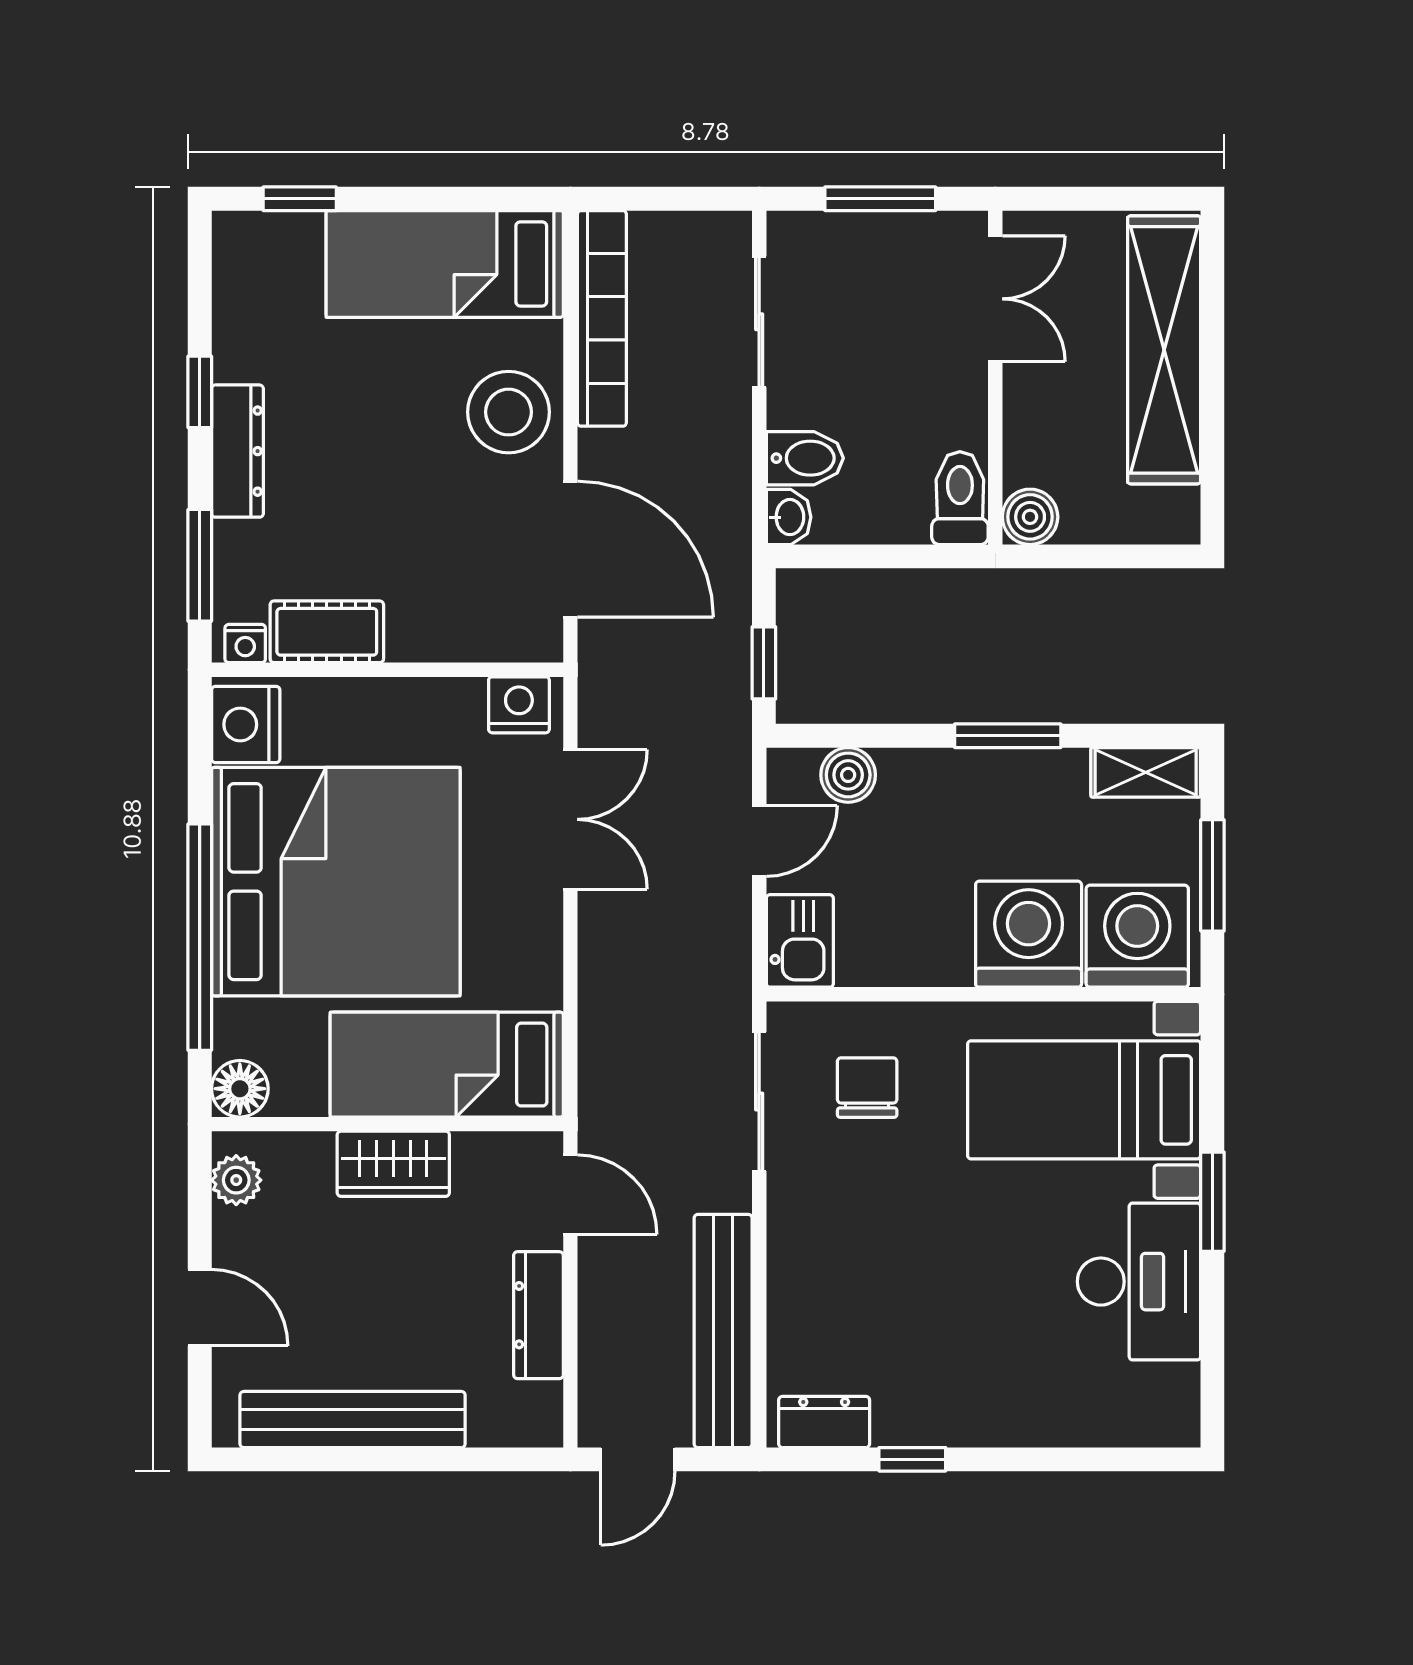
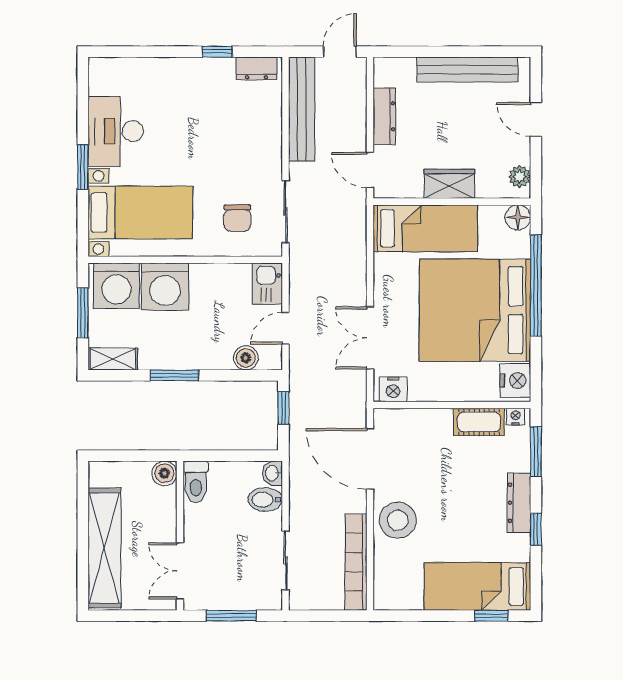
bed: (445, 264) -> (478, 586), moved, turned 180

